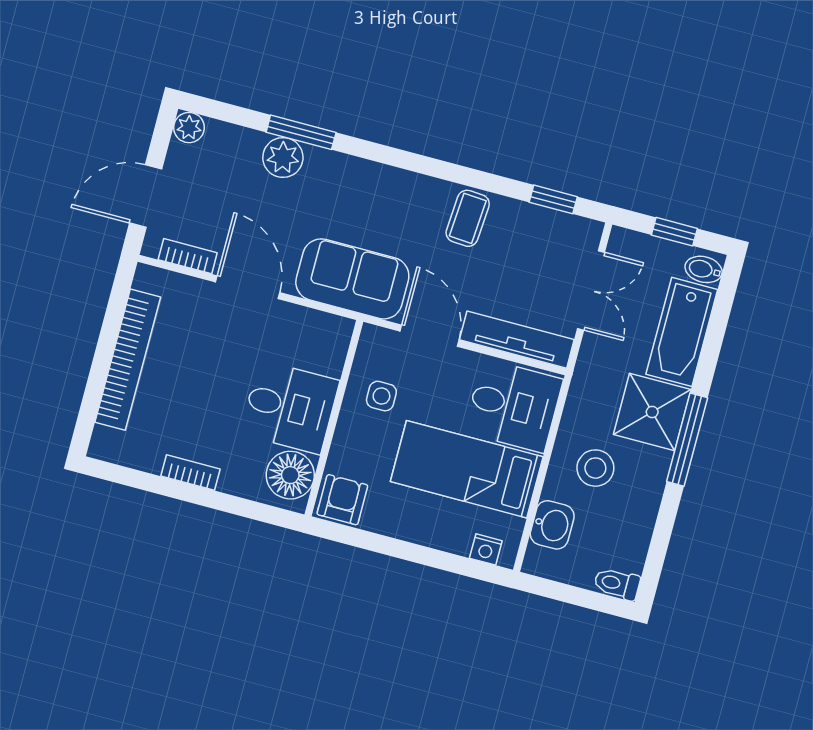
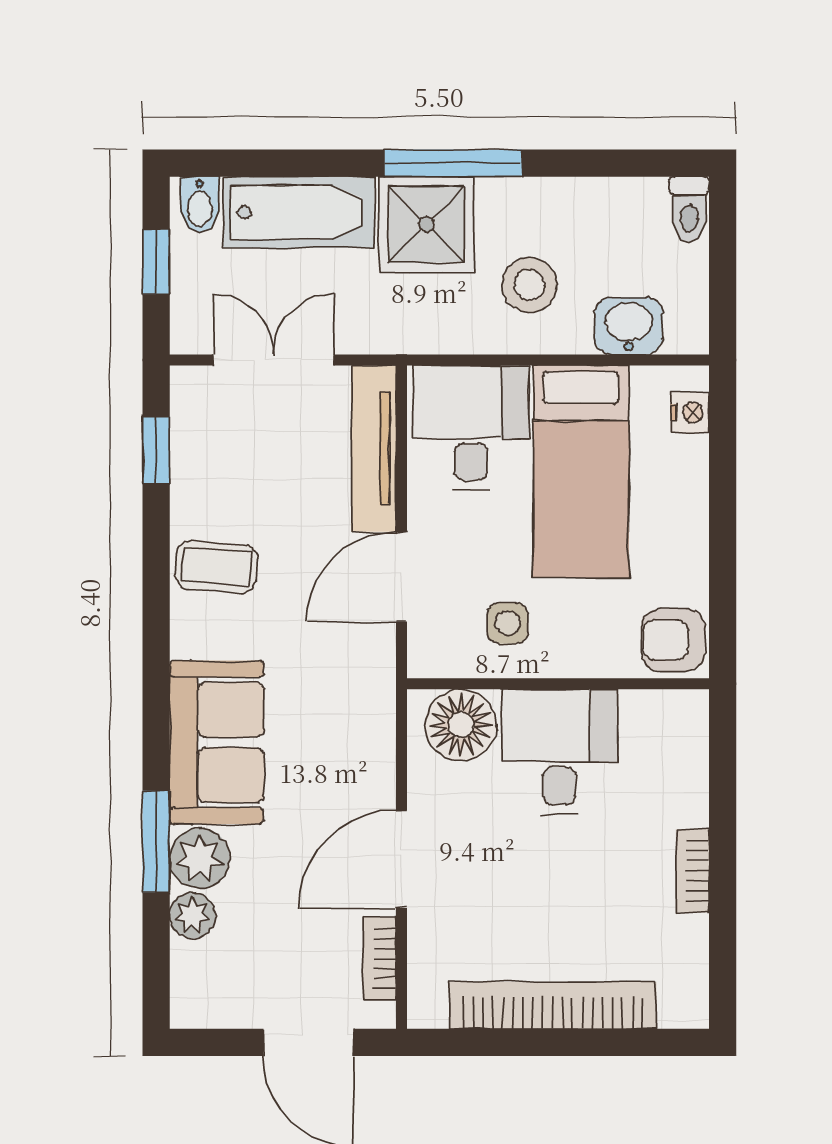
plant: (189, 128) -> (192, 915), moved
sofa: (352, 279) -> (217, 742), moved, turned 180
floor lamp: (290, 475) -> (461, 725), moved

